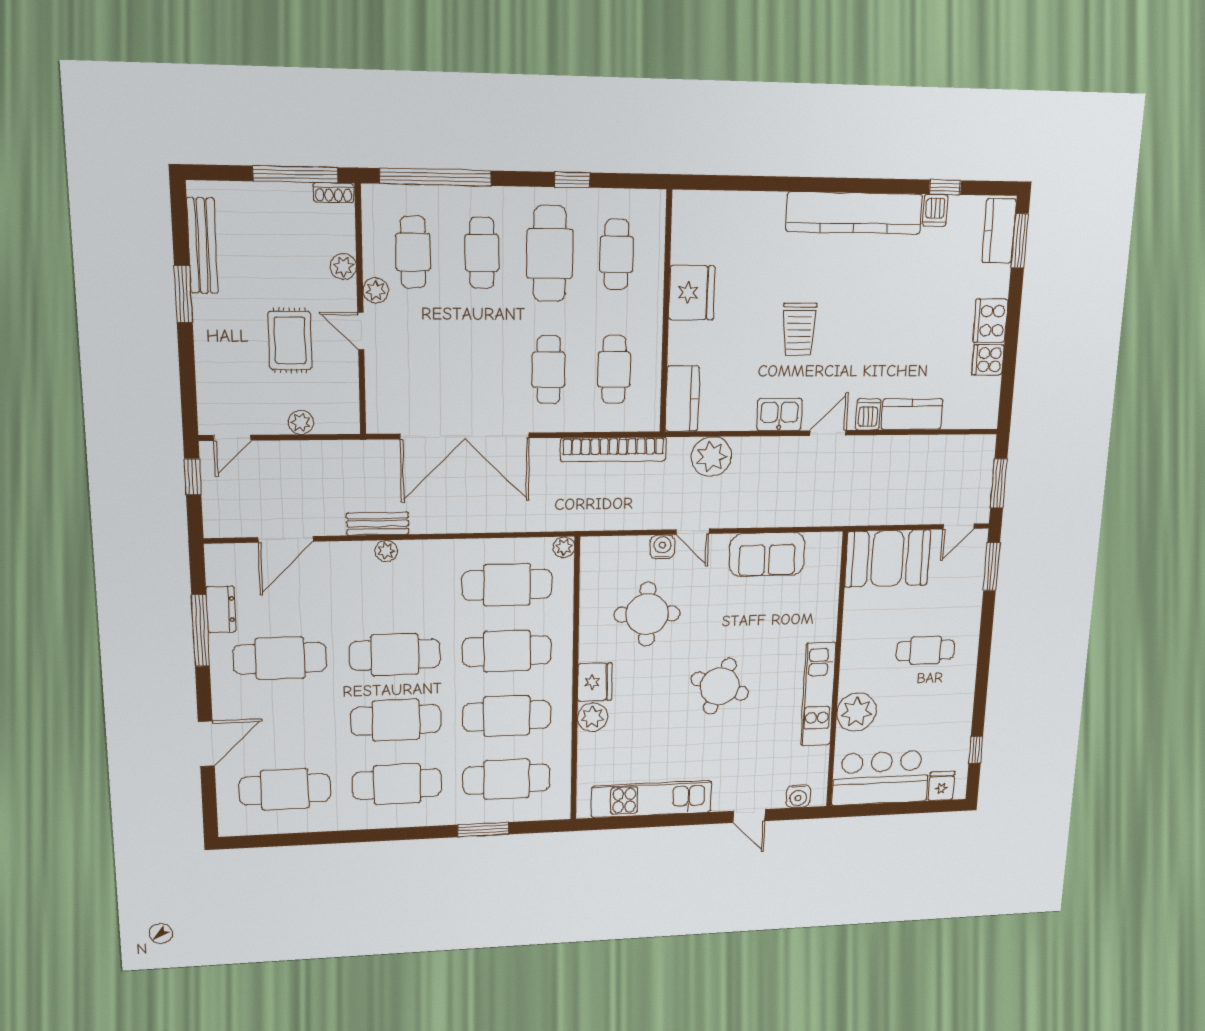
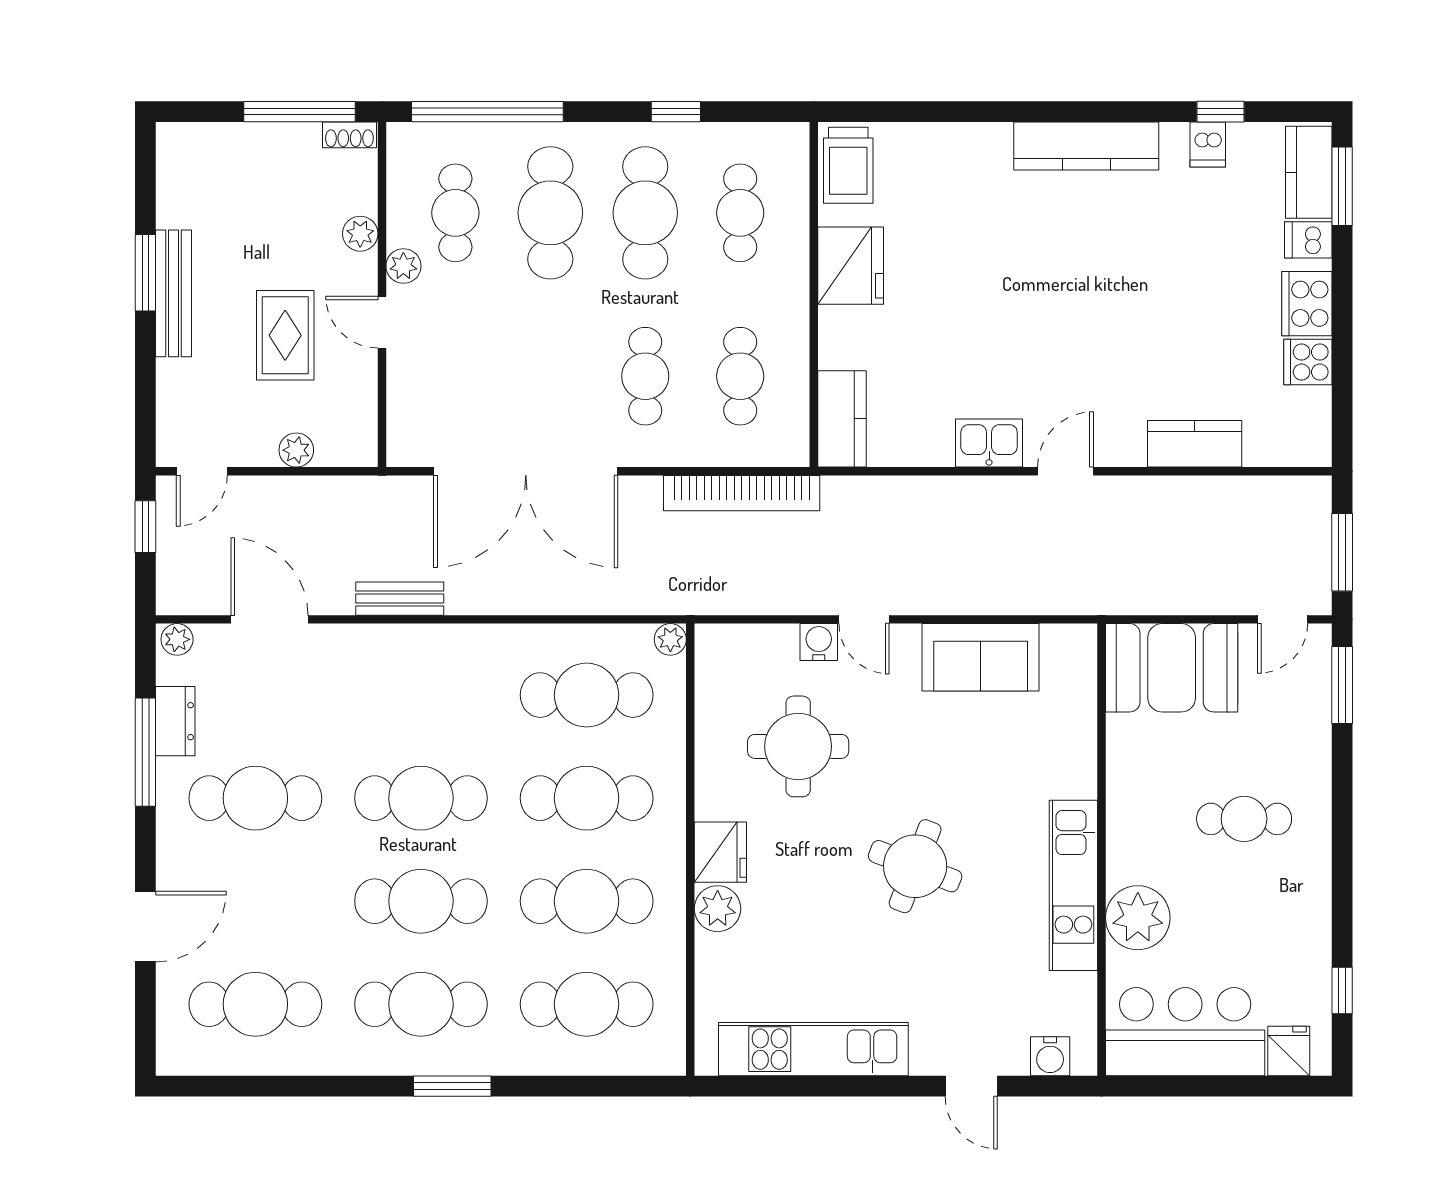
kitchen counter: (854, 213) -> (1086, 146), width x0.72, depth x0.86
bench: (202, 246) -> (174, 293), moved
cafe table: (482, 253) -> (550, 213), width x1.37, depth x1.35
trolley: (799, 329) -> (848, 165), moved
dishwasher: (868, 414) -> (1308, 240), moved, turned -90
plant: (711, 457) -> (889, 505), removed
door: (286, 539) -> (269, 619), swing flipped
plant: (386, 551) -> (177, 639), moved
window: (483, 830) -> (452, 1086), moved

